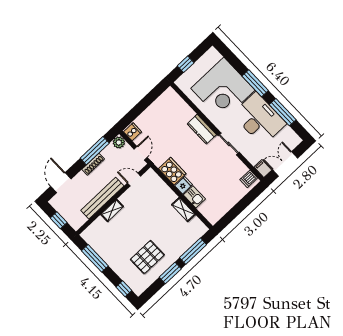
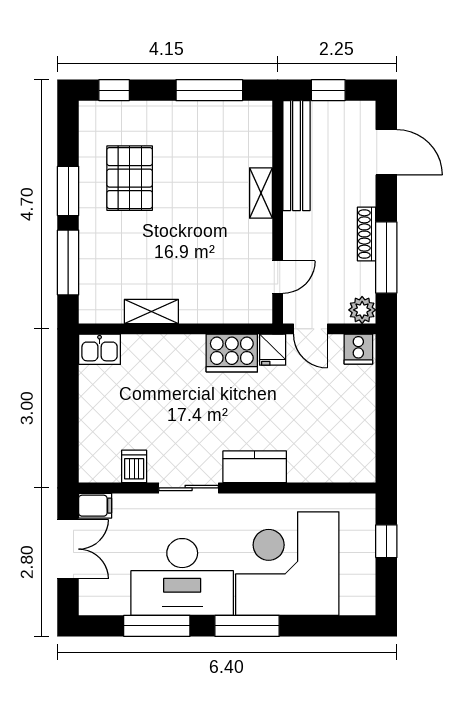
dishwasher: (249, 179) -> (134, 466), moved
fridge: (184, 185) -> (273, 350), moved
kitchen sink: (194, 197) -> (100, 349), moved
bench: (102, 198) -> (297, 156), moved

